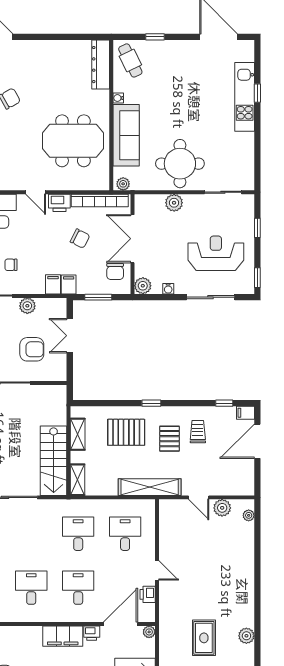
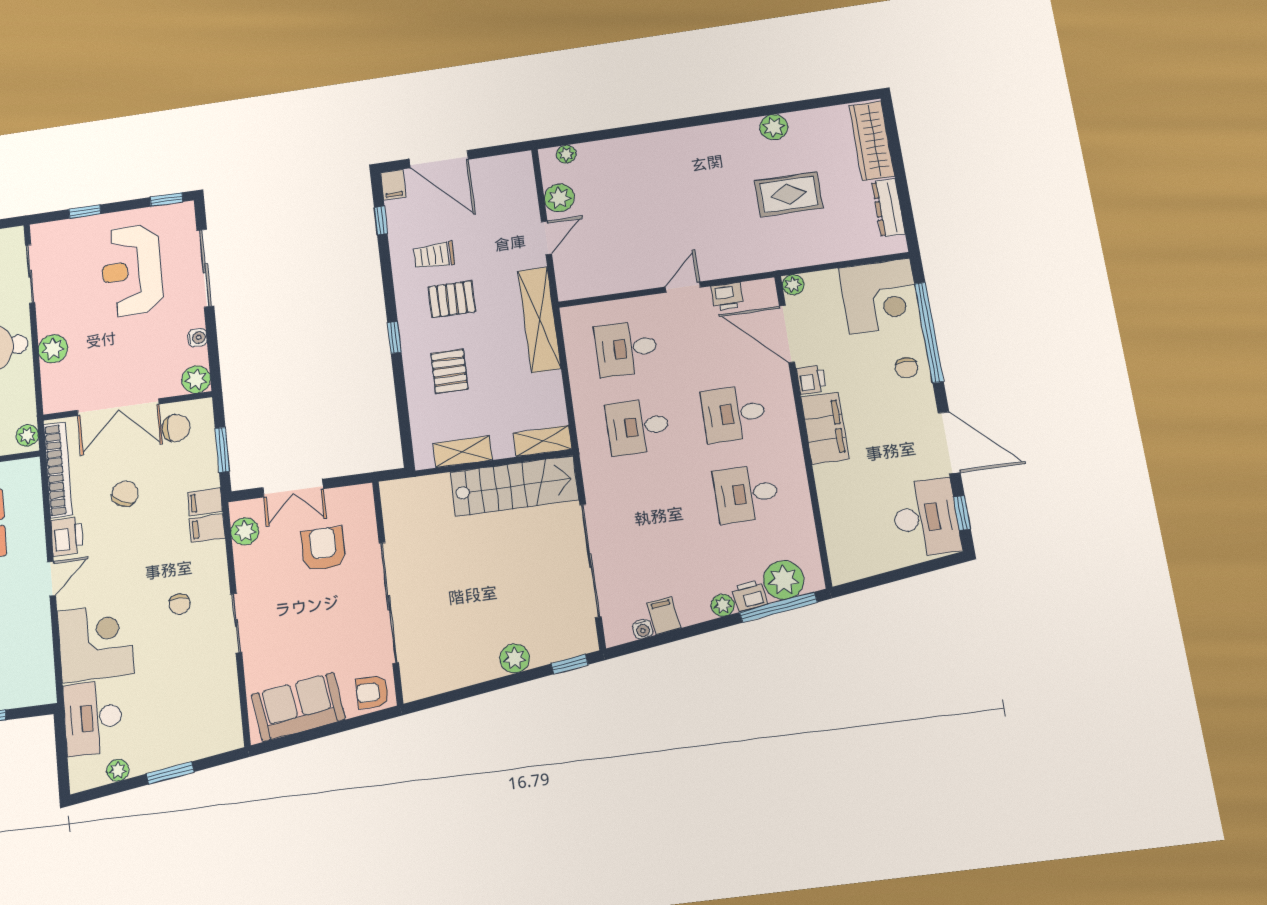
plant: (27, 306) -> (245, 531), moved
pallet: (126, 432) -> (449, 371), width x0.67, depth x0.71

